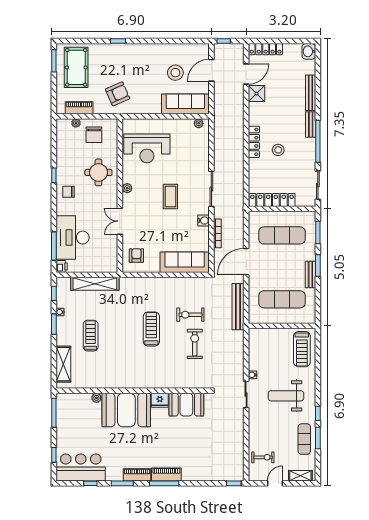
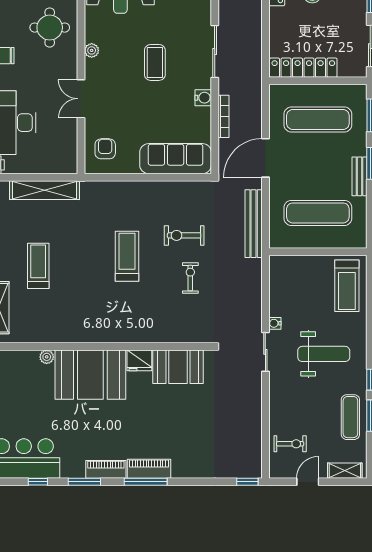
exercise bike: (195, 344) -> (190, 278), width x0.73, depth x0.72
weight bench: (286, 396) -> (324, 354), turned 180

